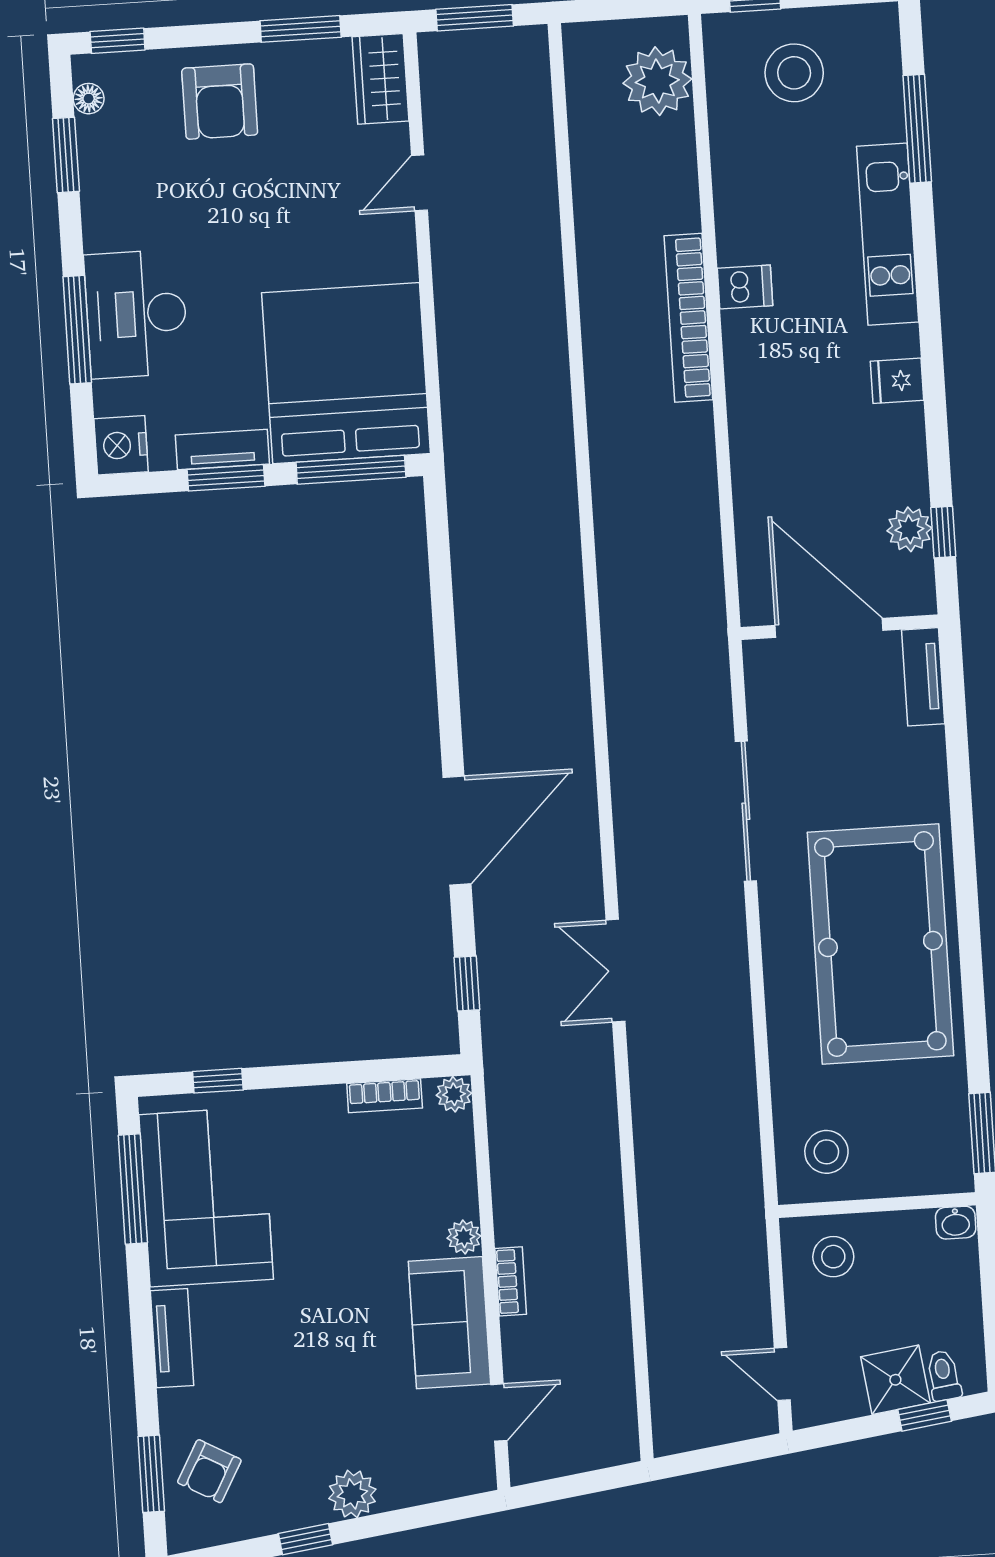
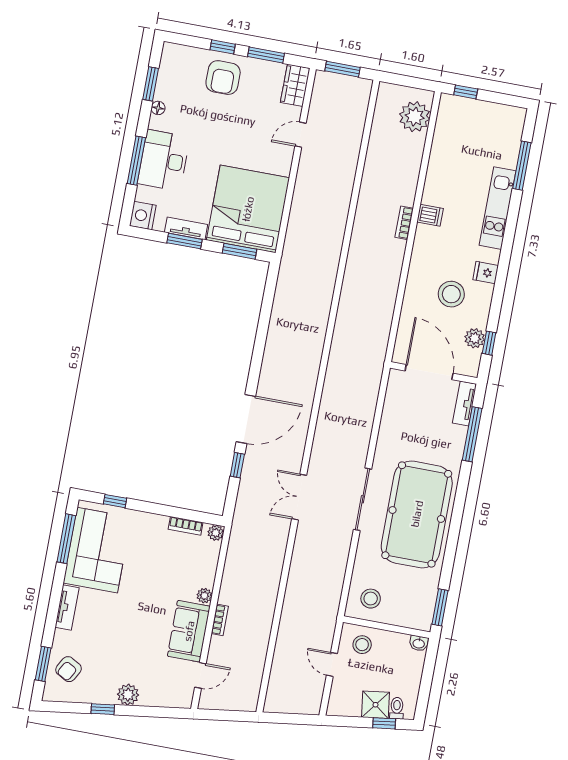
window: (118, 41) -> (223, 47), moved
stool: (794, 73) -> (451, 294), moved
floor lamp: (89, 99) -> (158, 108), moved
bookcase: (688, 318) -> (404, 223), width x0.43, depth x0.76
window: (351, 470) -> (240, 251), width x0.69
window: (957, 739) -> (472, 434), added
sliding door: (746, 811) -> (362, 499), moved
window: (467, 983) -> (237, 465), moved
door: (782, 1374) -> (332, 664), moved

